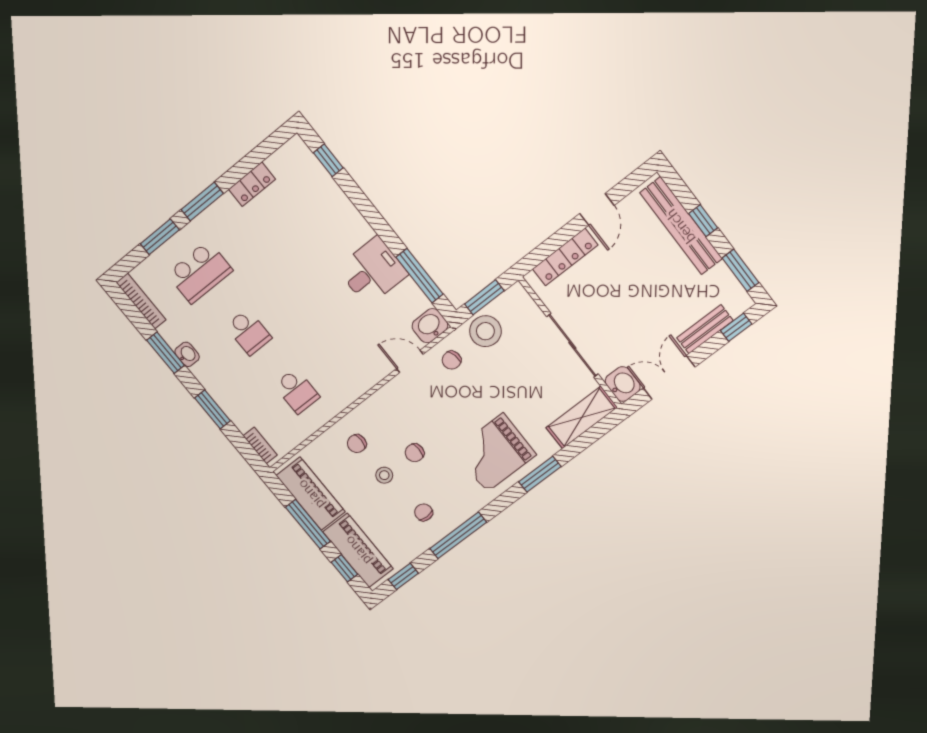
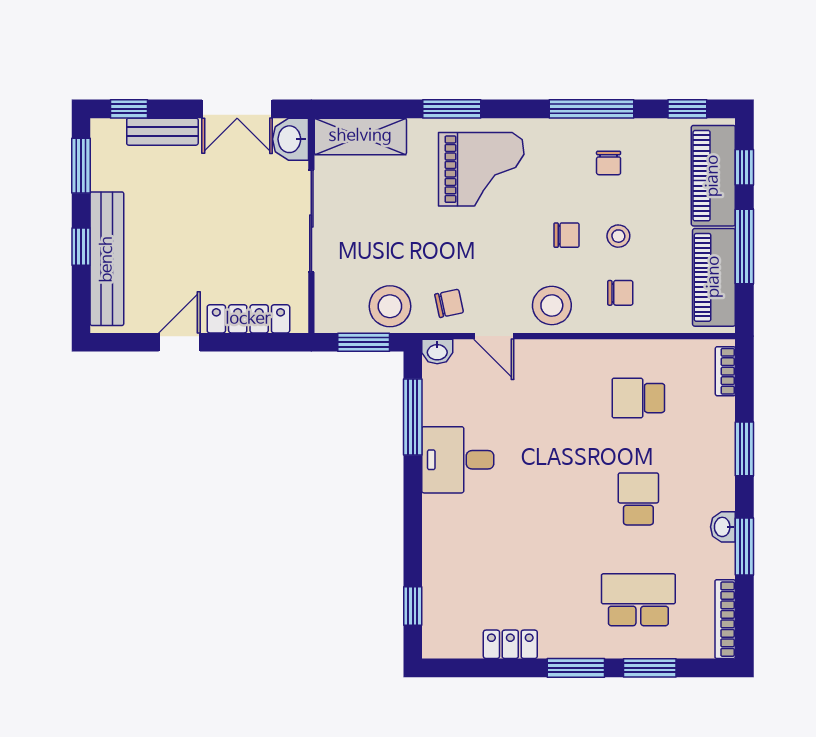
washbasin: (430, 326) -> (437, 352), width x0.72, depth x0.69
school desk: (297, 391) -> (638, 398), turned -90
stool: (390, 406) -> (552, 305), added

